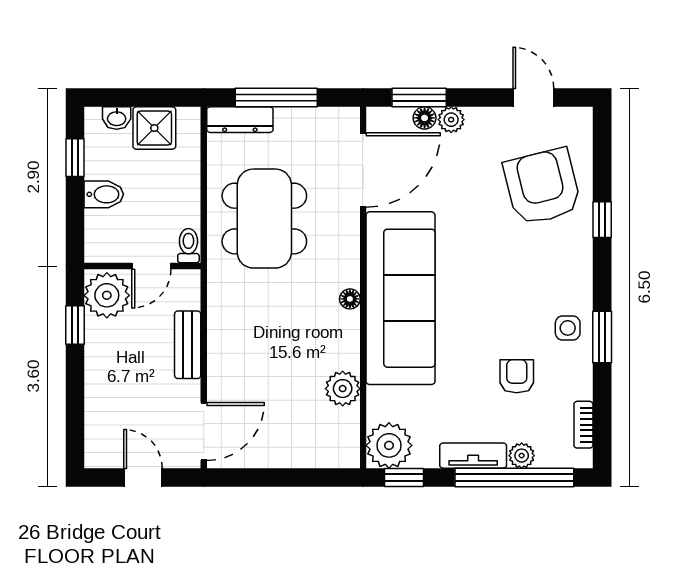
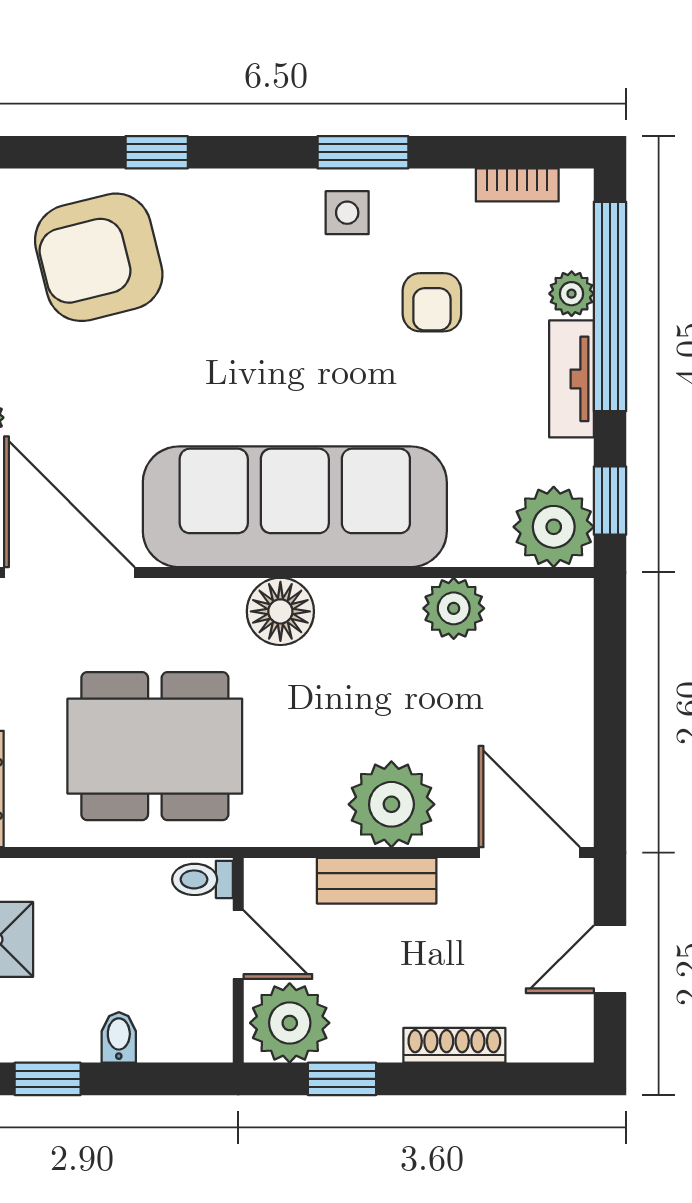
bidet: (104, 194) -> (119, 1037), width x0.72, depth x0.74
floor lamp: (350, 299) -> (280, 611), width x1.89, depth x1.89
plant: (231, 353) -> (391, 804), added
armchair: (517, 376) -> (432, 302), turned -90
shoe rack: (94, 389) -> (454, 1045), added

